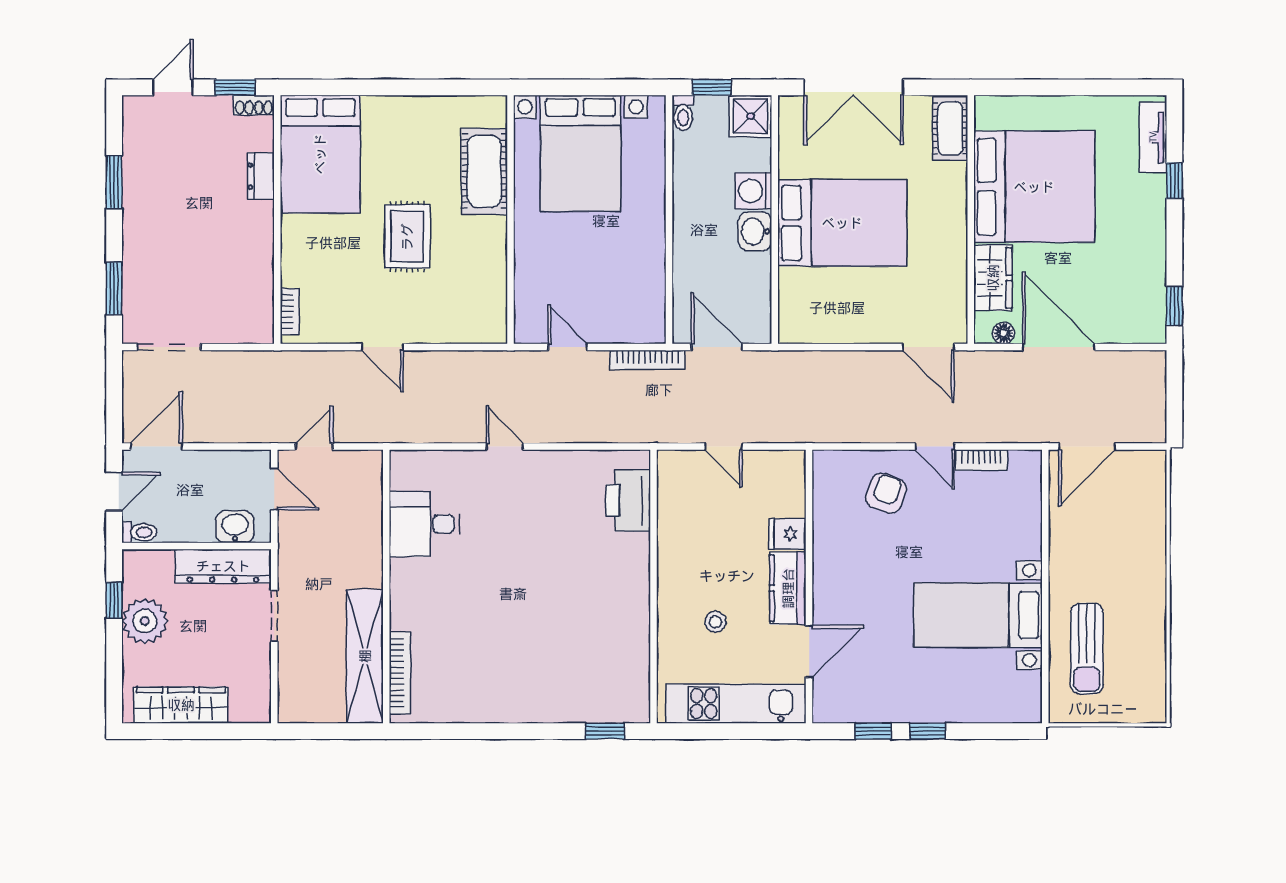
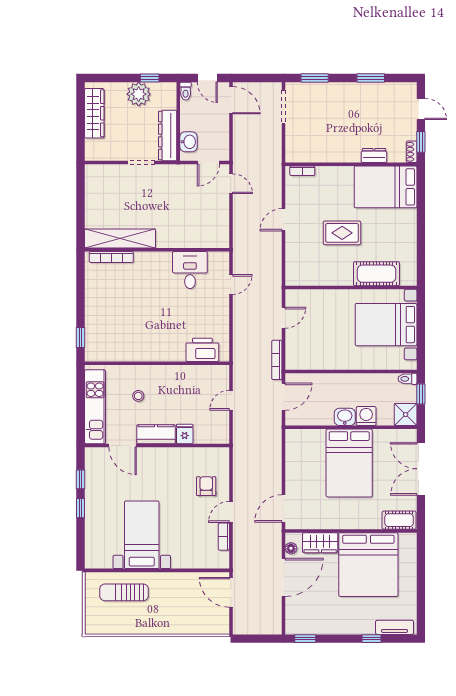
armchair: (886, 493) -> (206, 486), turned -110
desk: (425, 524) -> (190, 270), moved
wall: (386, 586) -> (157, 250), moved
shelving: (365, 656) -> (120, 238), moved
bookcase: (400, 673) -> (111, 257), moved

